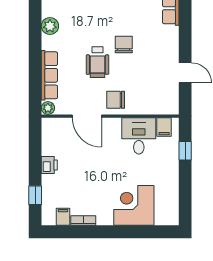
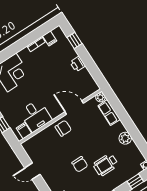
plant: (50, 26) -> (125, 138), moved
wheelchair: (97, 62) -> (106, 165), moved, turned -90
row of seats: (49, 75) -> (109, 113), width x0.68

